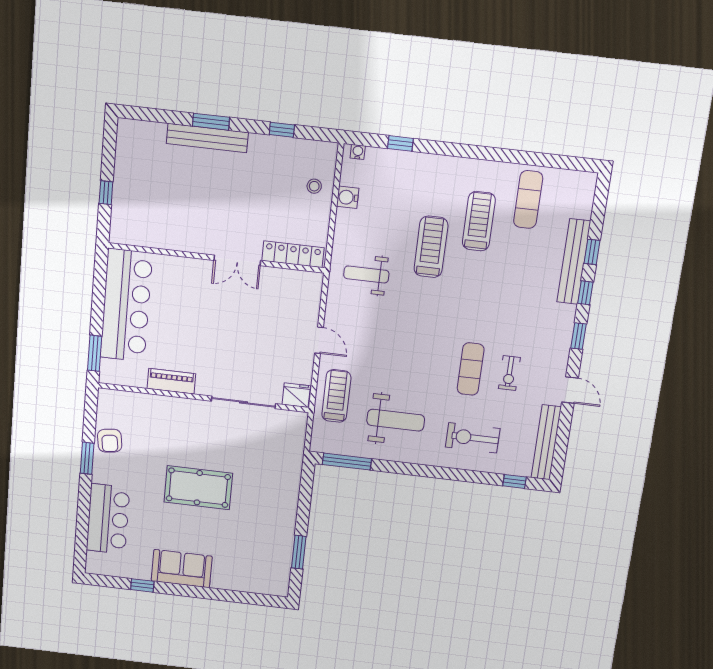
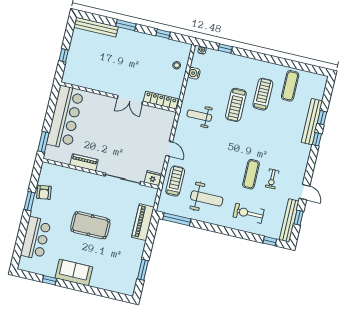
bench: (207, 138) -> (96, 27), moved
treadmill: (431, 247) -> (236, 105), turned 180
window: (579, 336) -> (299, 218), moved
piano: (289, 473) -> (143, 222), added

